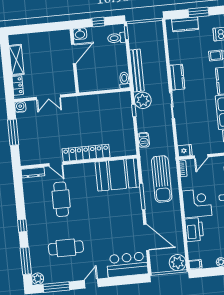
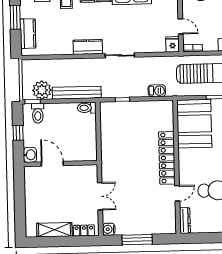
plant: (143, 100) -> (42, 90), moved

